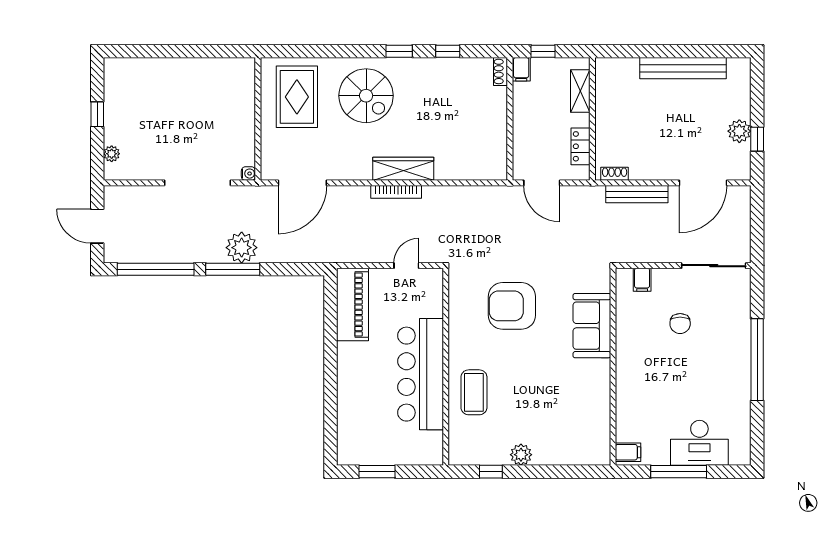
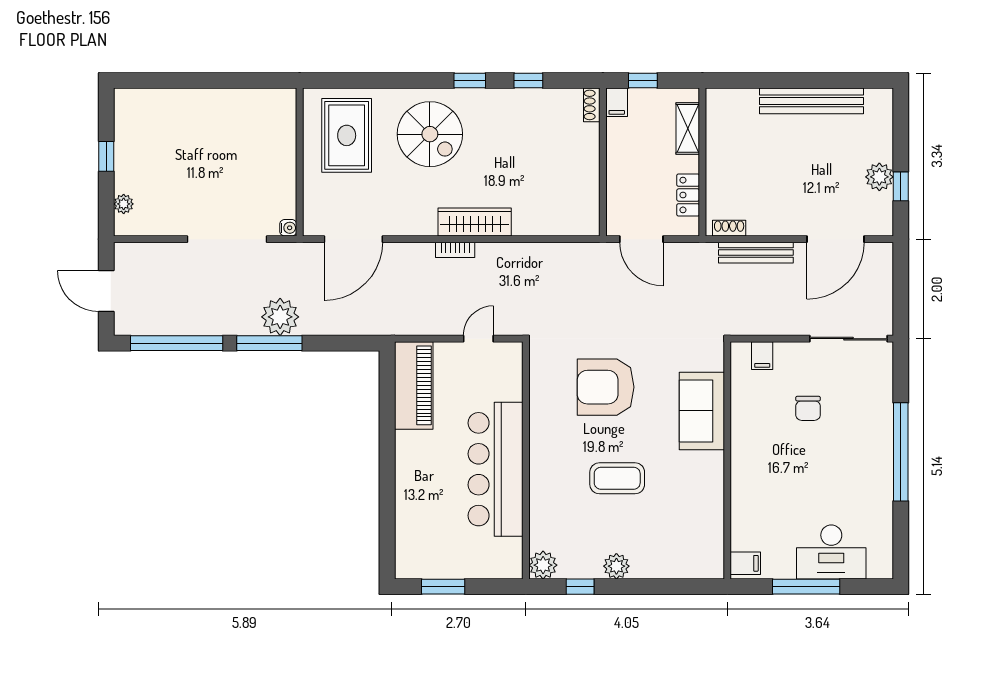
bookcase: (396, 192) -> (455, 250), width x0.64
coffee table: (474, 392) -> (617, 478), moved, turned 90
plant: (460, 454) -> (543, 565), added

